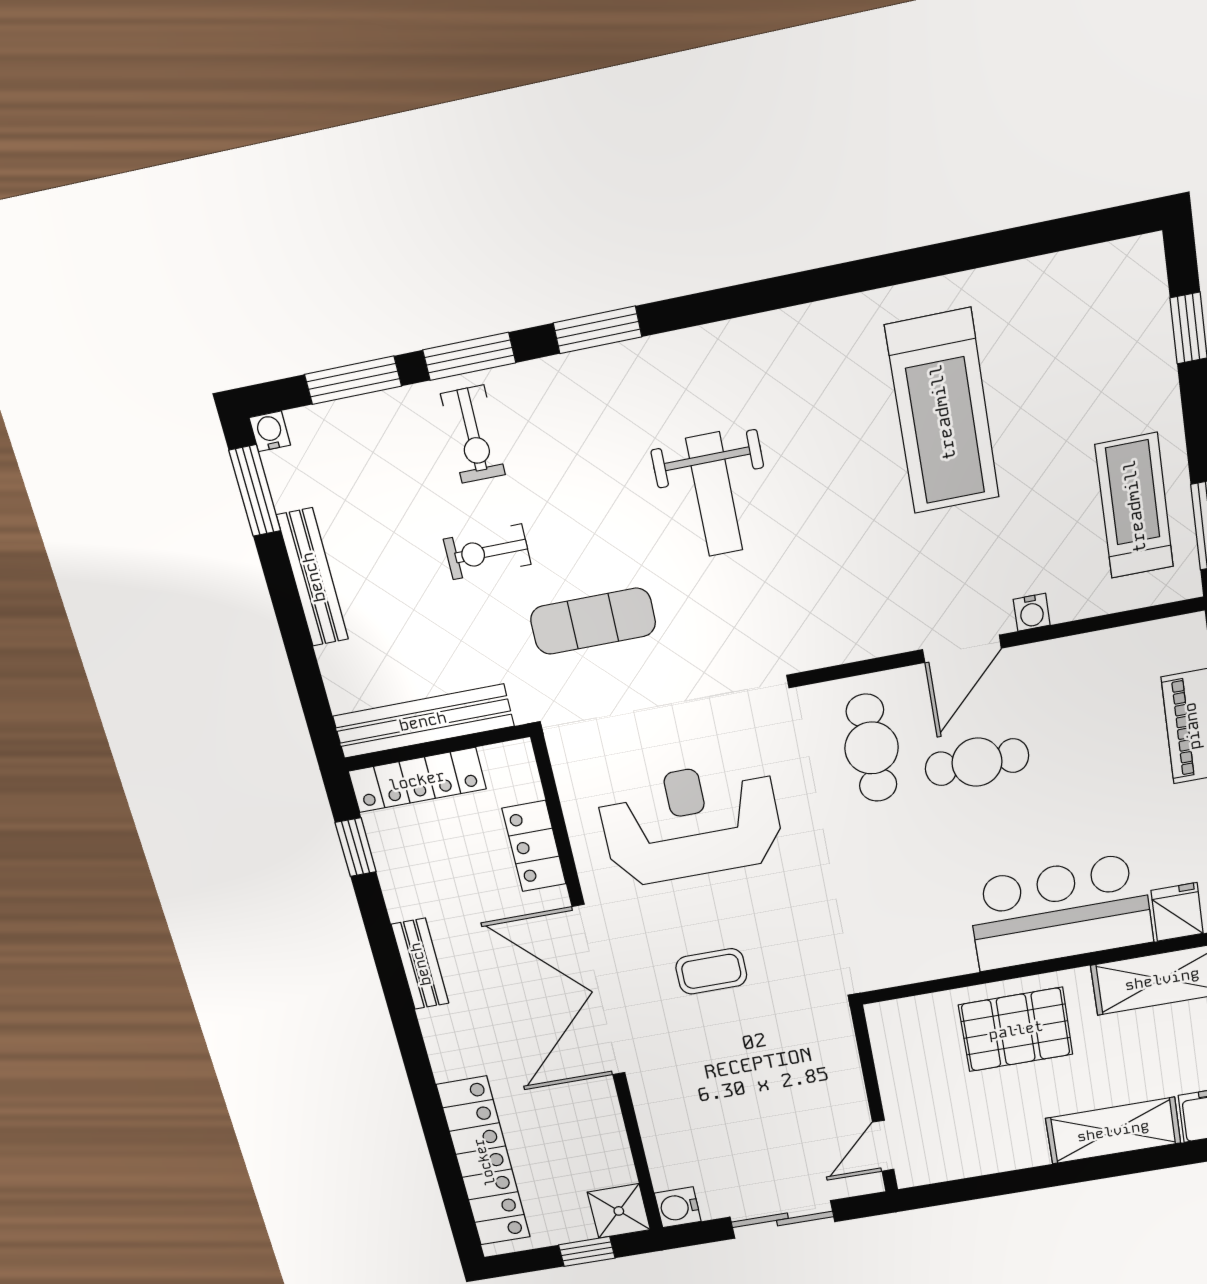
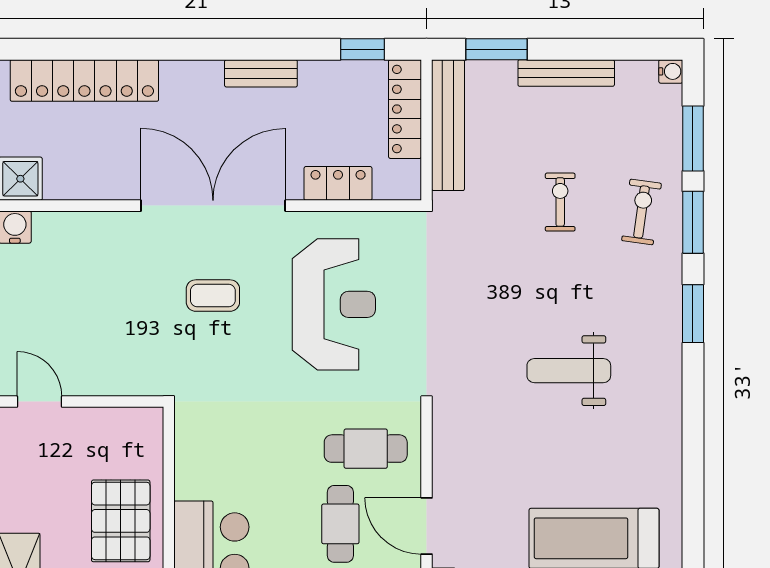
exercise bike: (473, 434) -> (642, 212), turned 98
window: (255, 491) -> (497, 49), moved
exercise mat: (593, 621) -> (497, 266), removed
coffee table: (711, 971) -> (213, 296), turned 90

